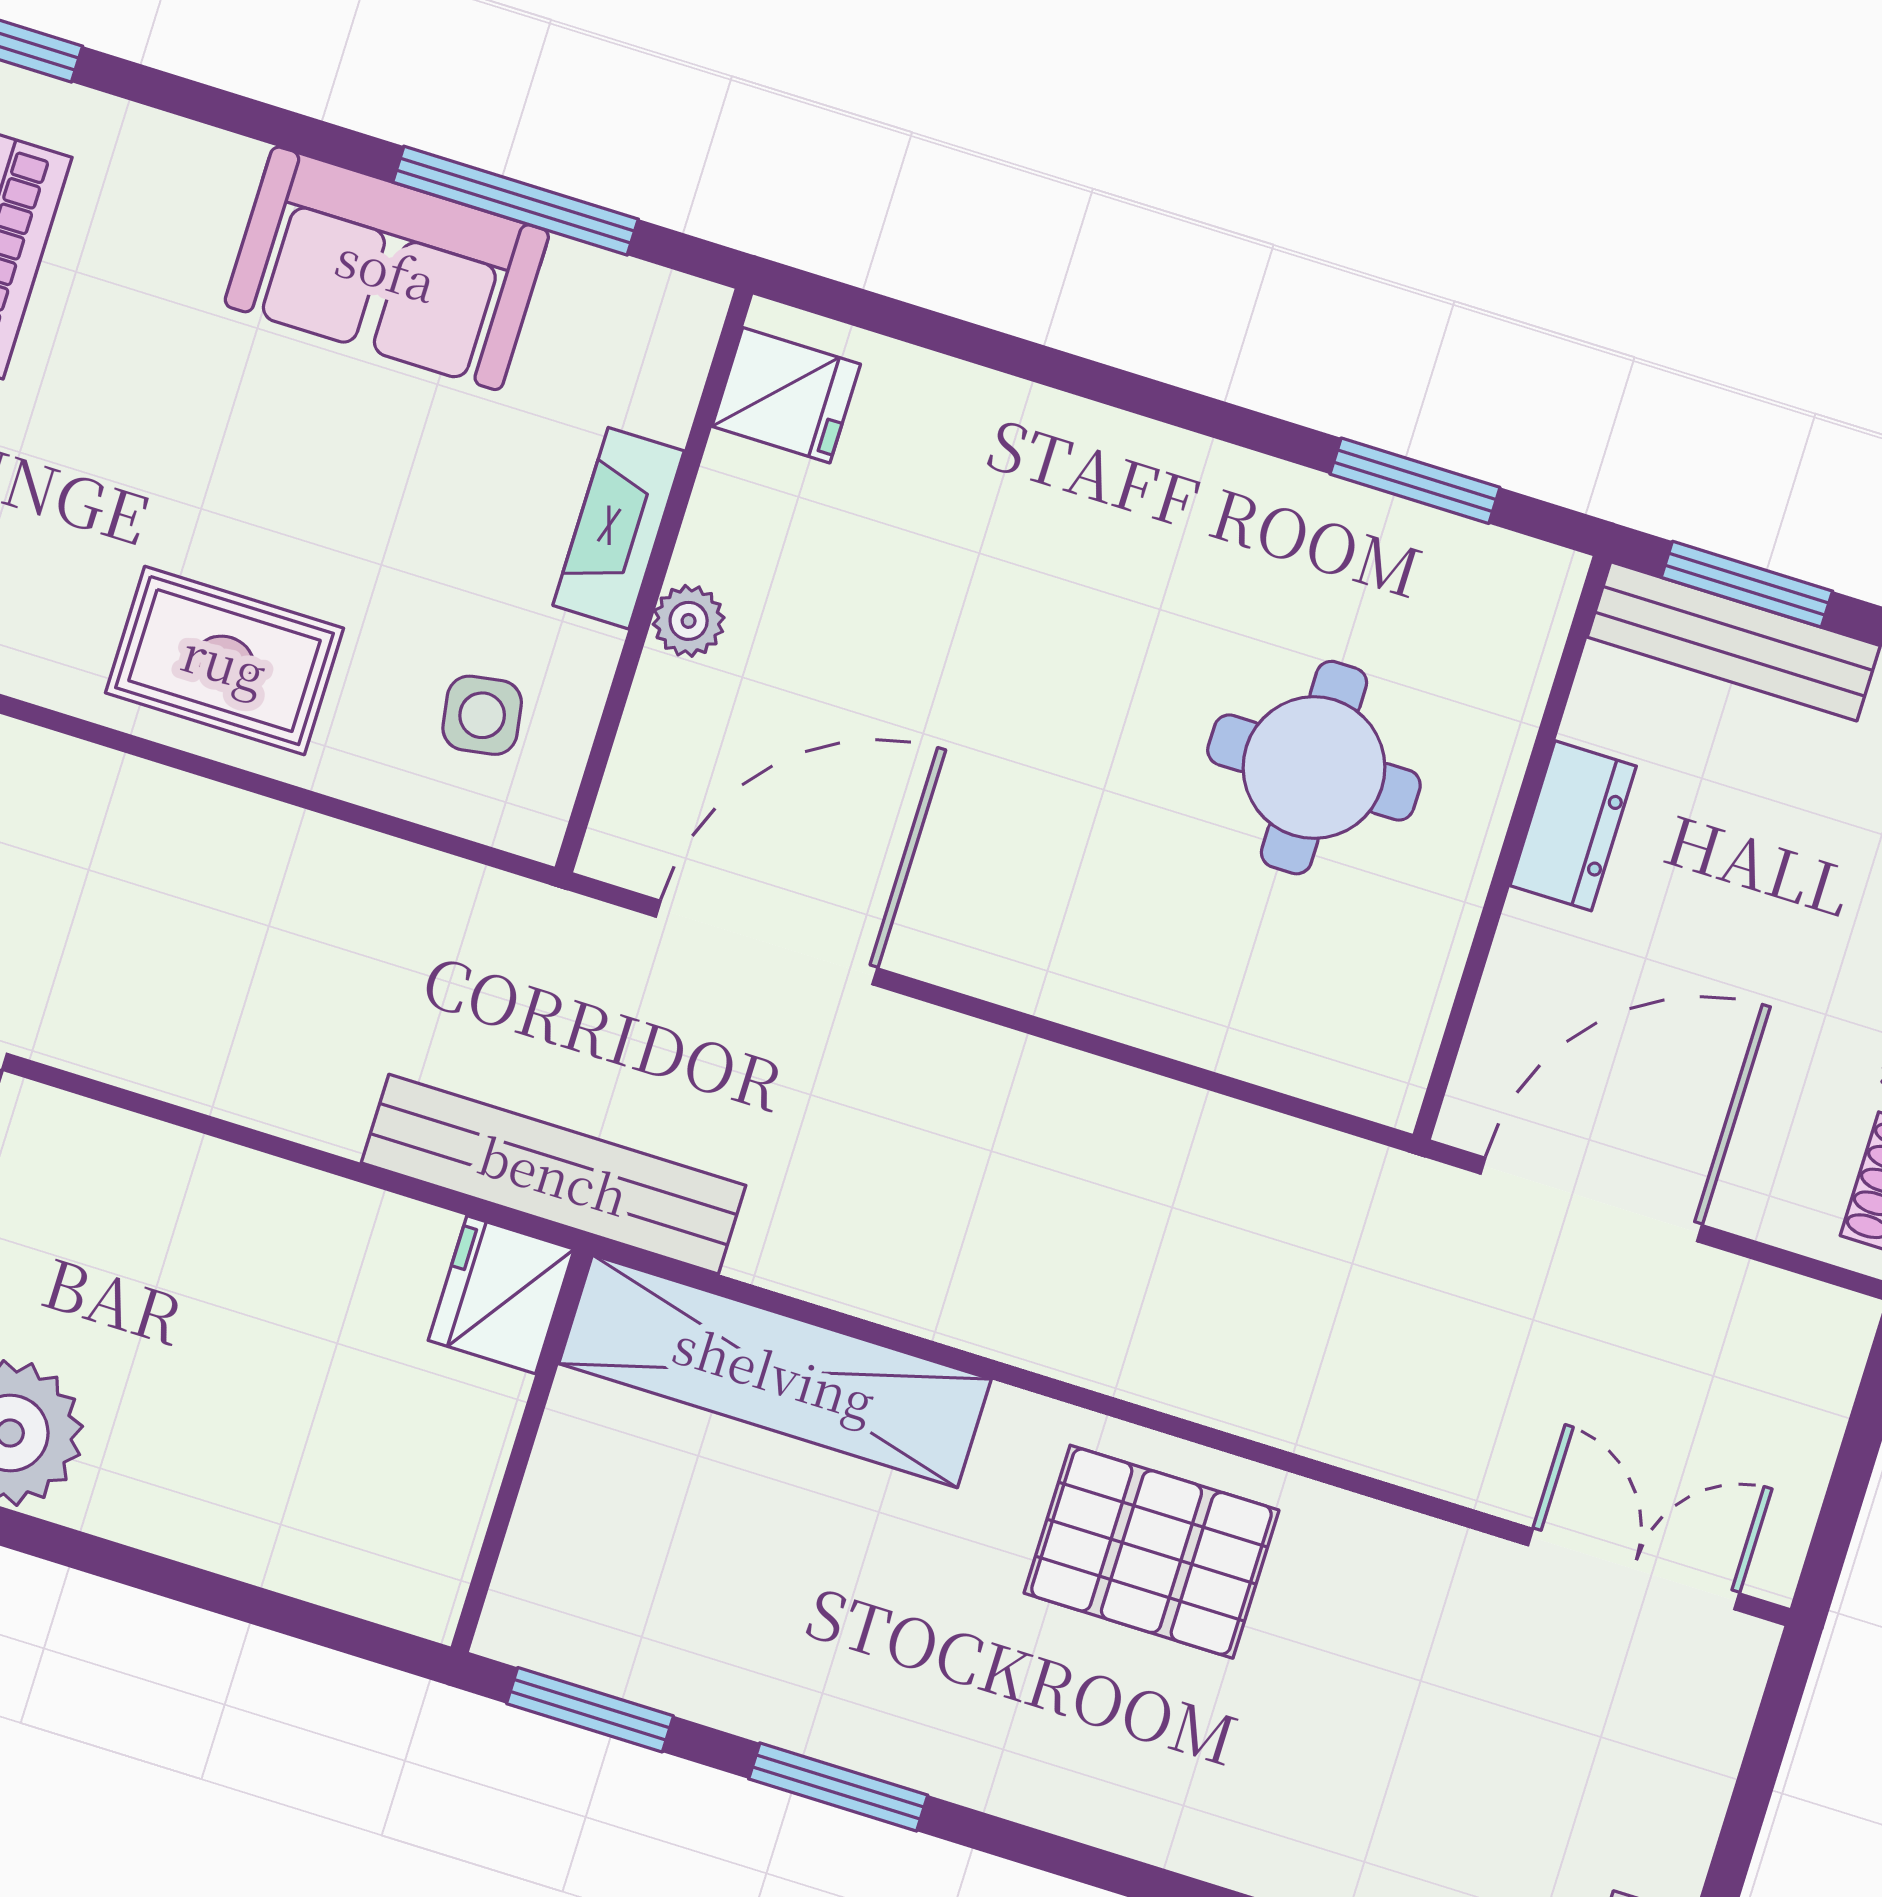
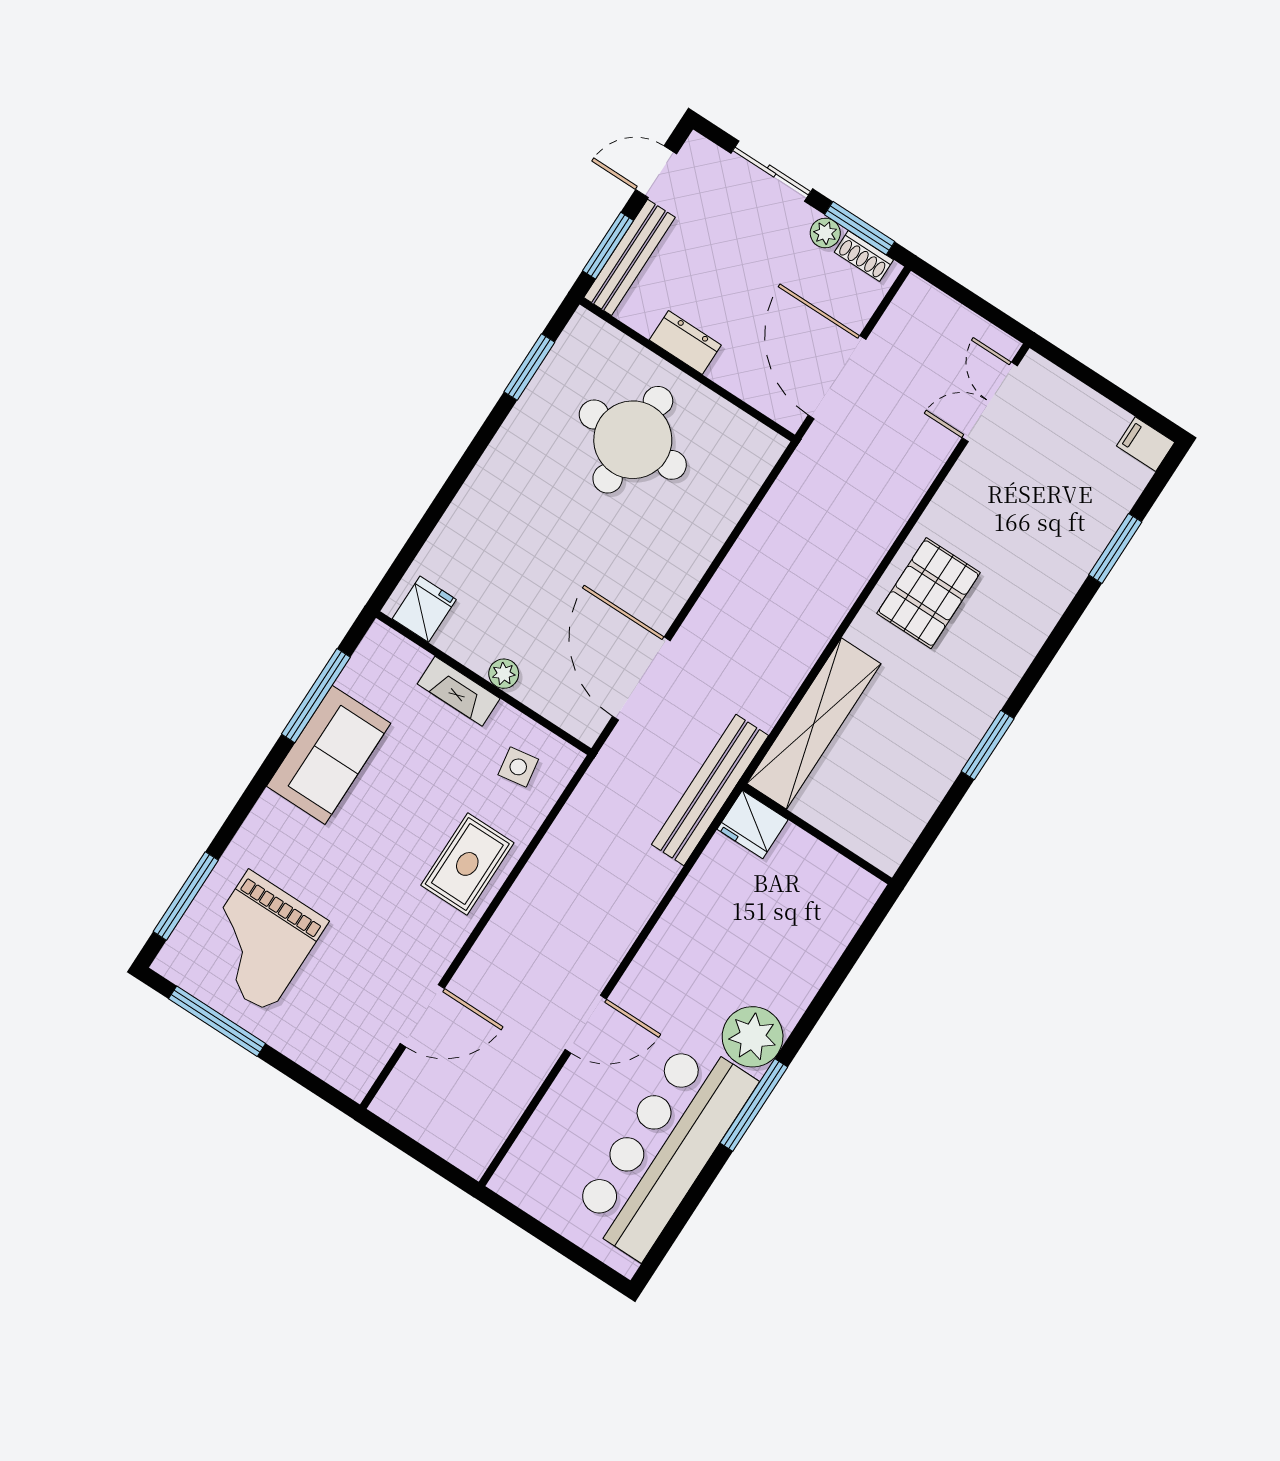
round table: (1314, 768) -> (633, 440), width x1.36, depth x1.36
window: (590, 1710) -> (929, 836), removed

